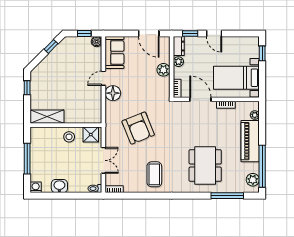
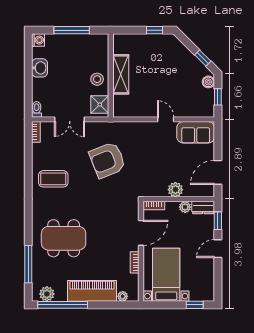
boiler: (97, 42) -> (208, 82), moved
floor lamp: (113, 93) -> (148, 130), removed
shelving: (47, 117) -> (121, 74), moved

